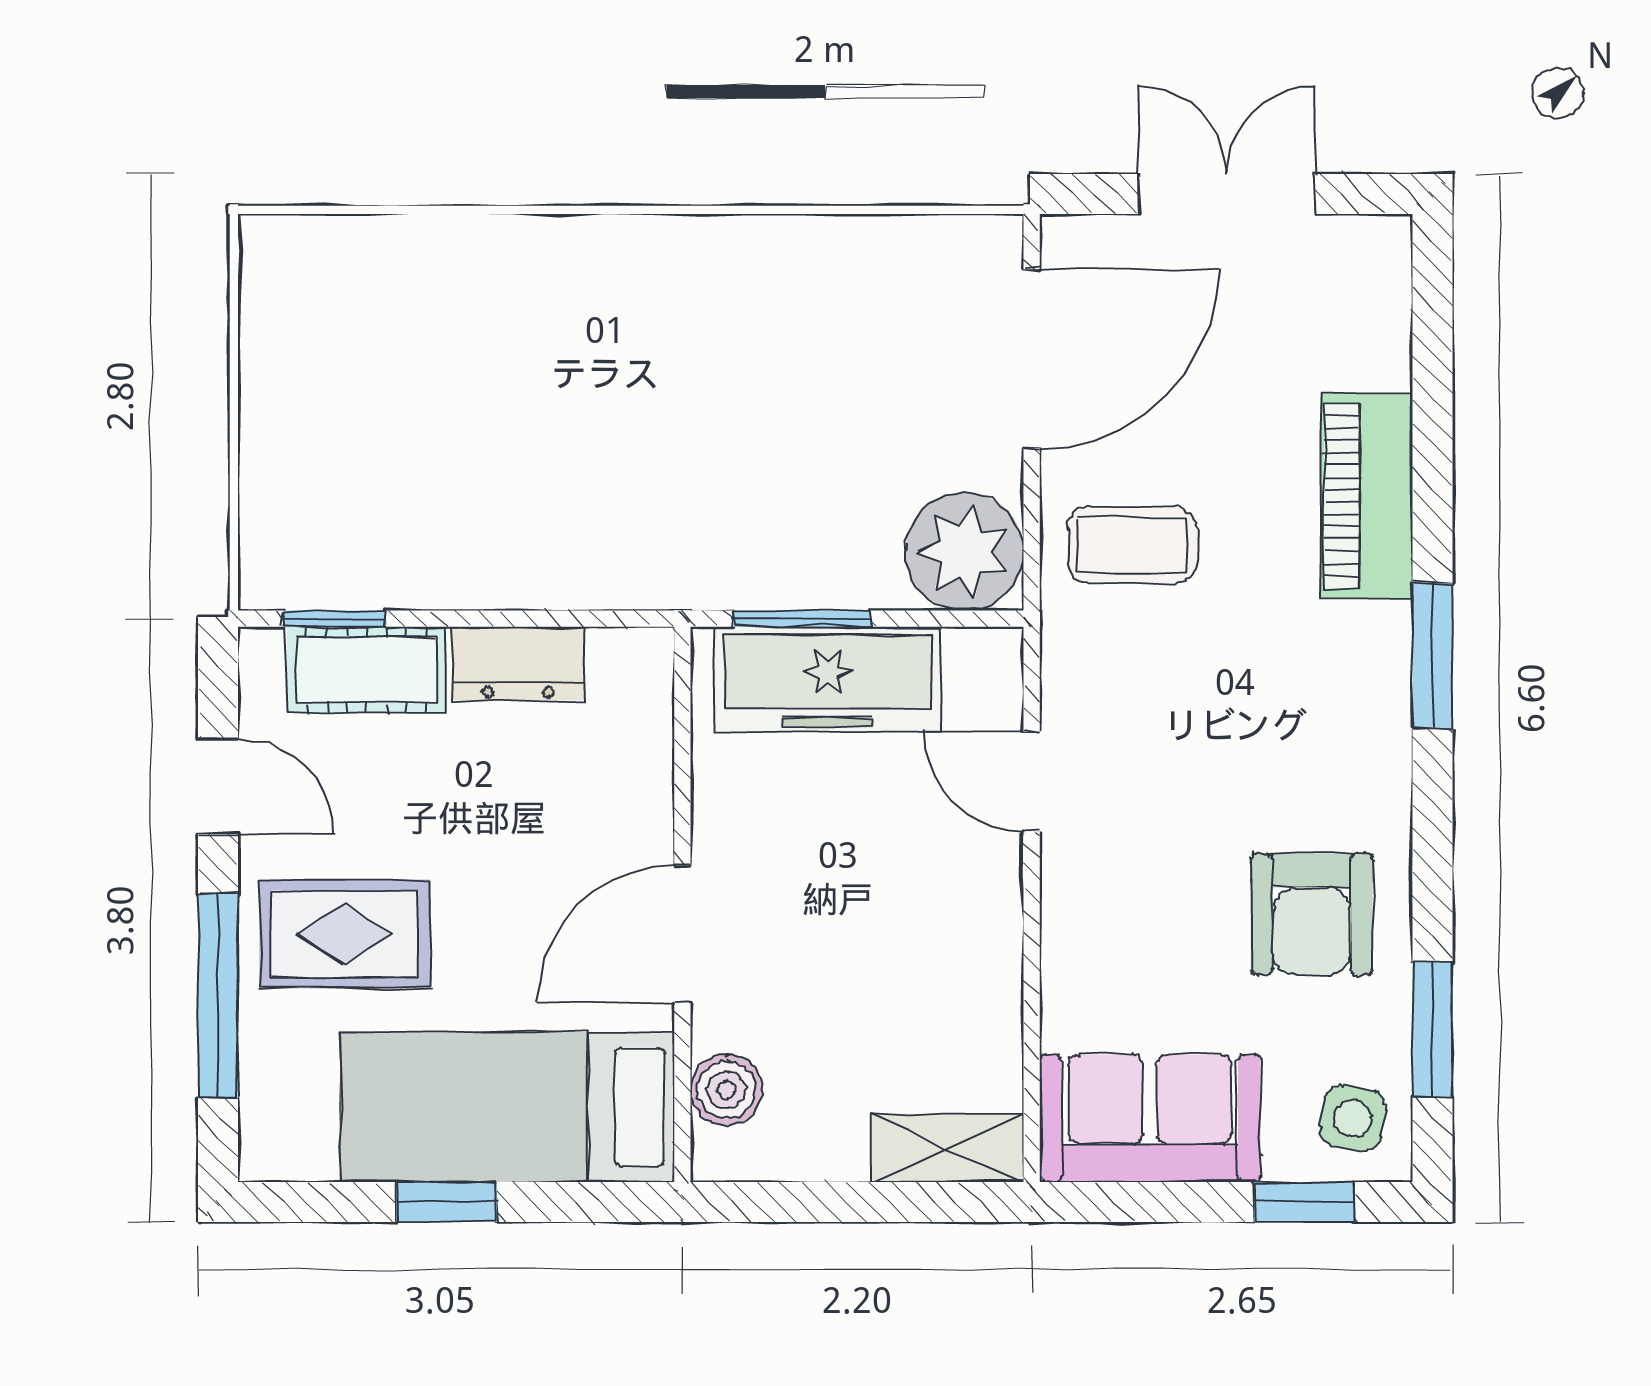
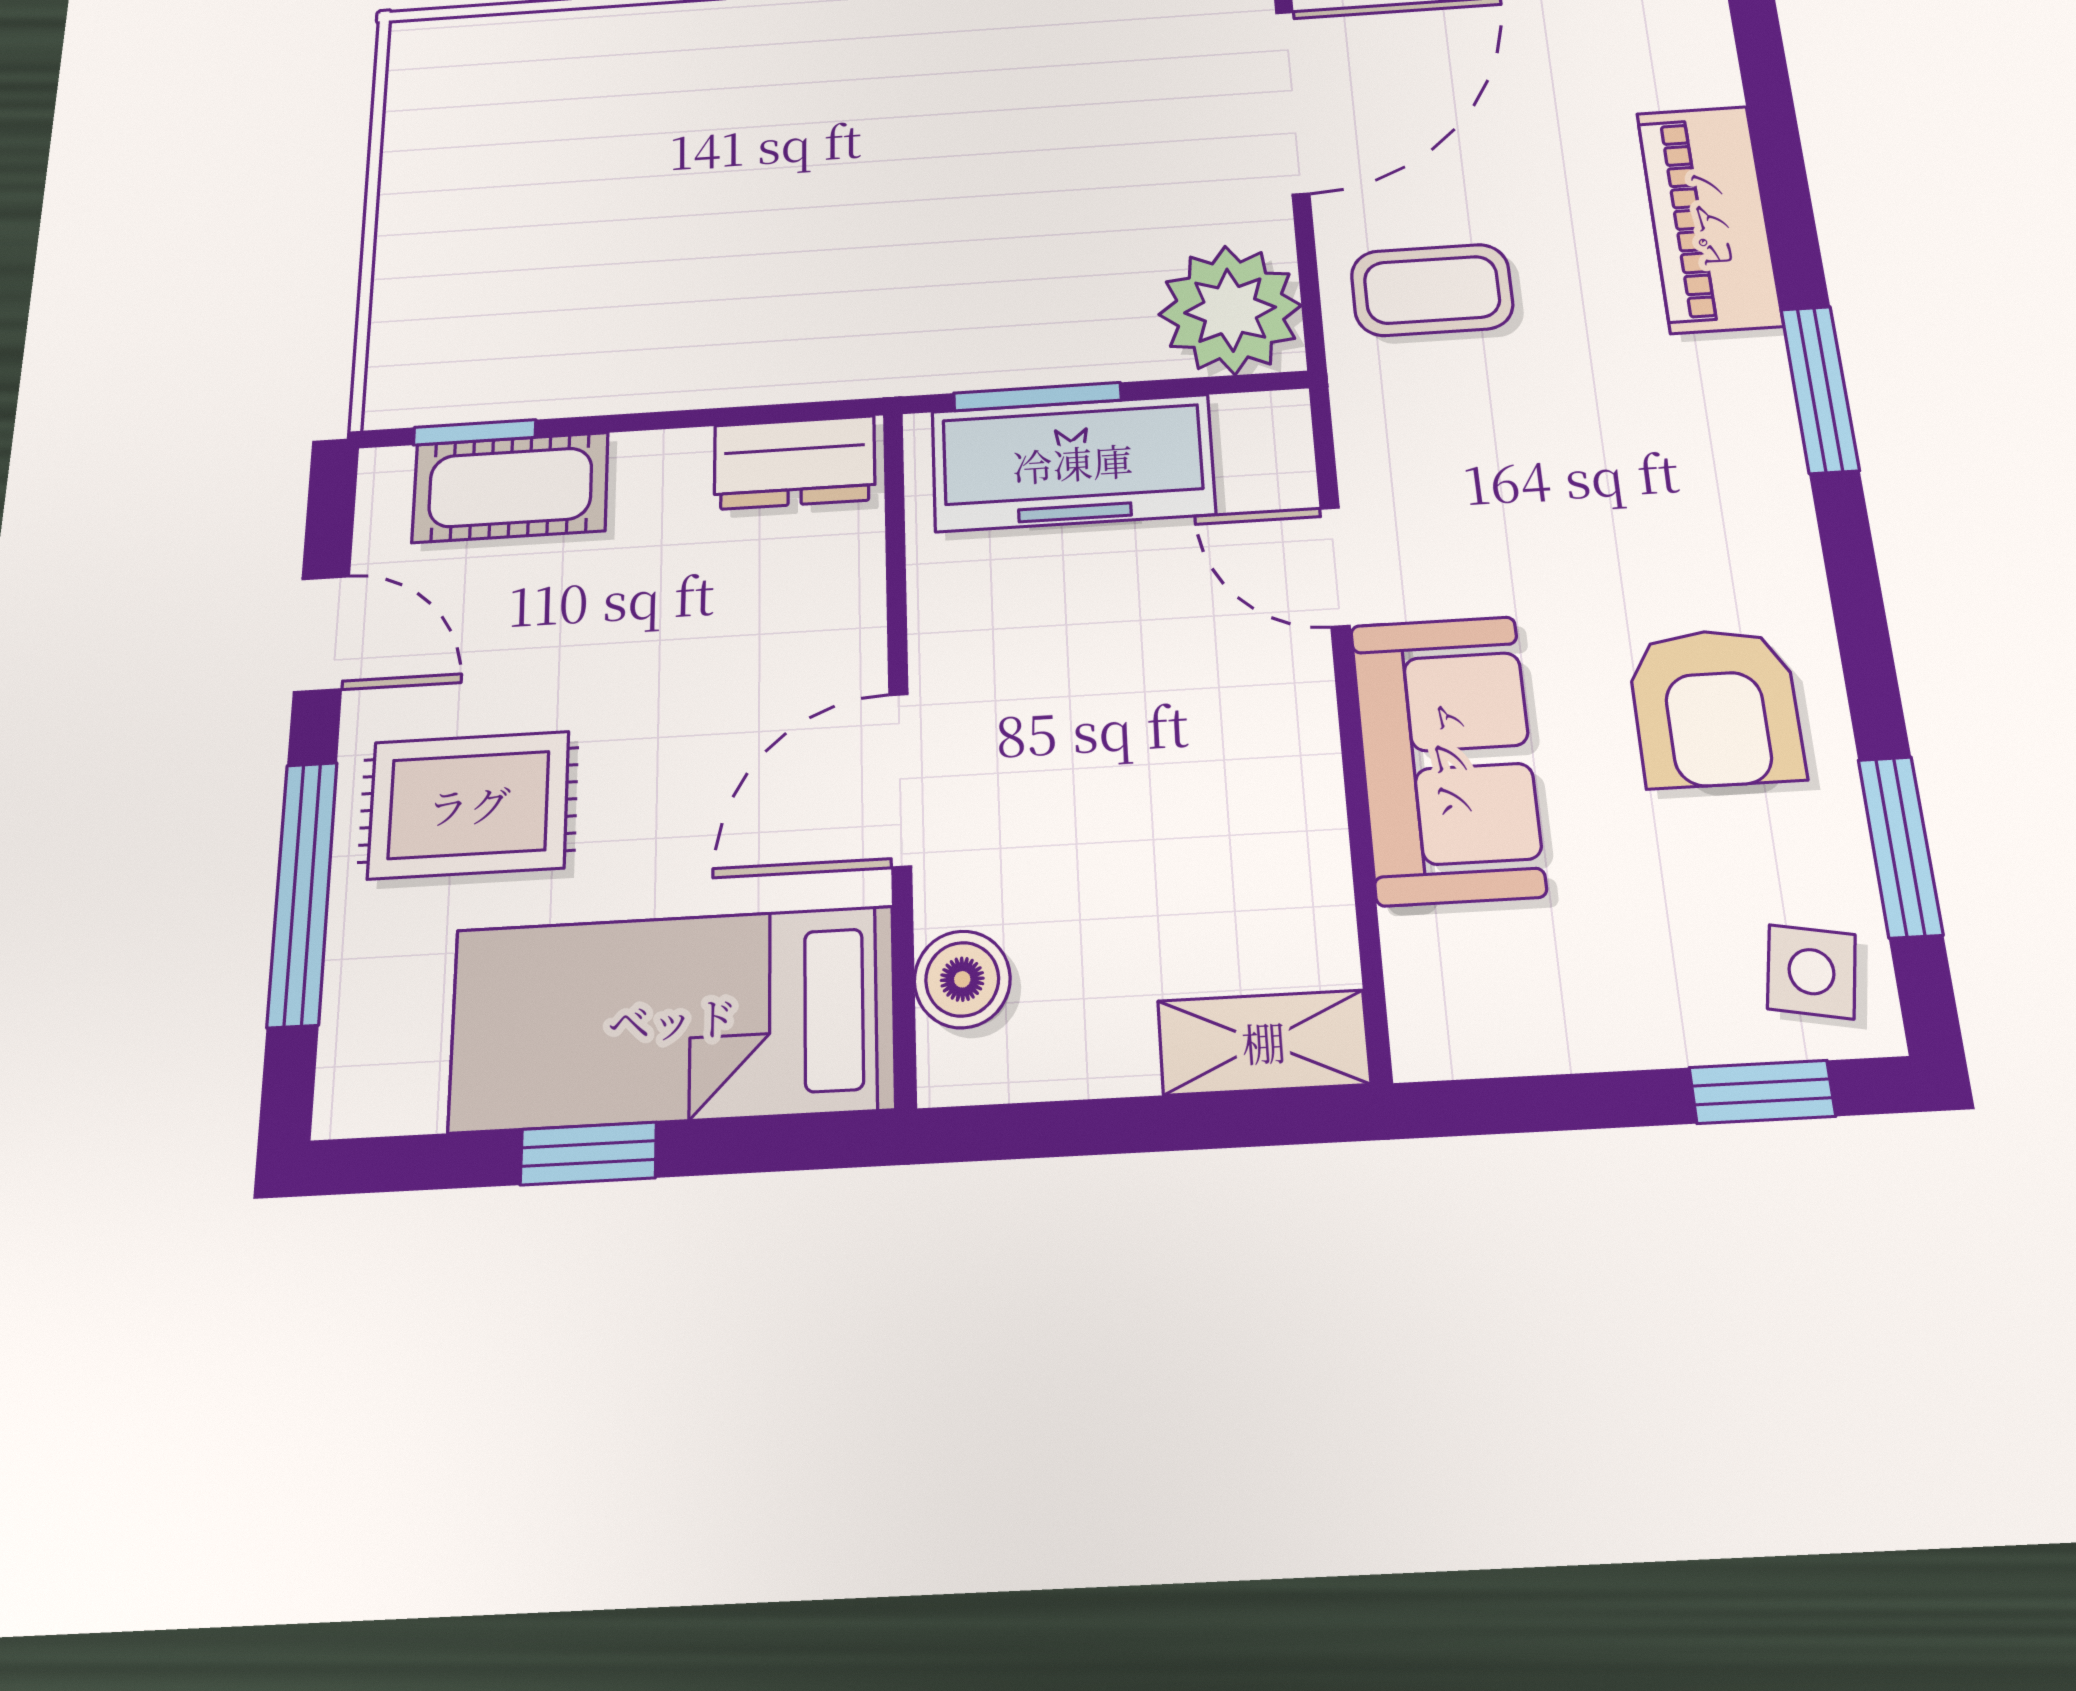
dresser: (518, 664) -> (795, 463), moved
sofa: (1150, 1118) -> (1447, 759), moved, turned 90

